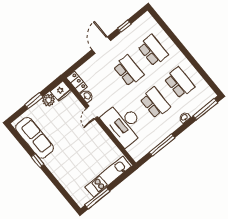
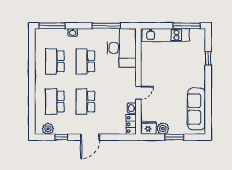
plant: (141, 24) -> (48, 129), added
desk: (124, 124) -> (122, 48), moved
window: (38, 160) -> (208, 58), moved

